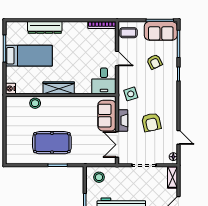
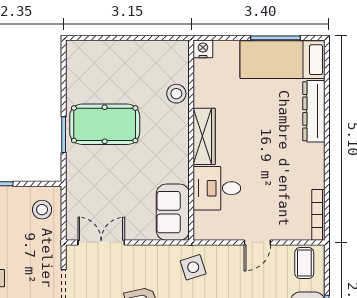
bed: (29, 56) -> (283, 60), moved, turned 90
desk: (104, 81) -> (217, 188), moved
sofa: (107, 116) -> (173, 212), moved, turned -90
fireplace: (123, 121) -> (145, 253), removed
pool table: (52, 143) -> (105, 124), turned 90

